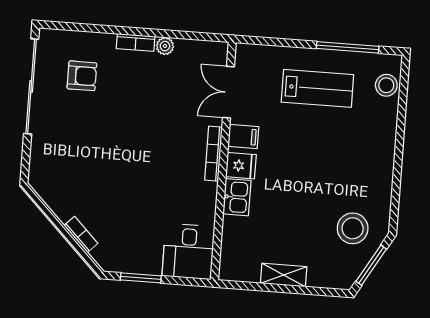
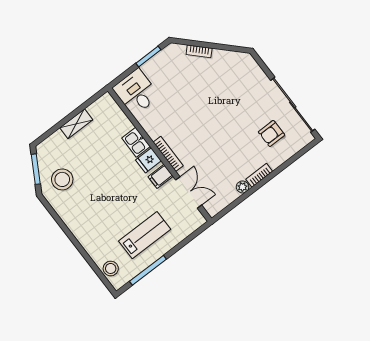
lab bench: (317, 88) -> (145, 235), turned 180

